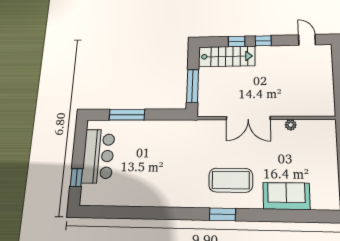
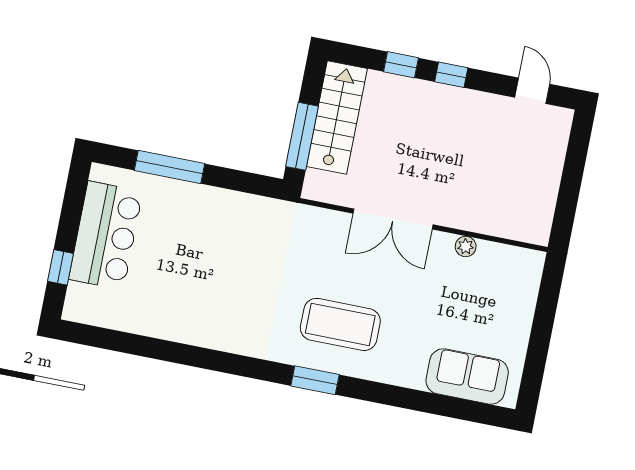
stairs: (227, 56) -> (337, 117), moved, turned -90
sofa: (286, 196) -> (467, 377), moved

